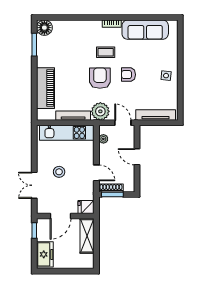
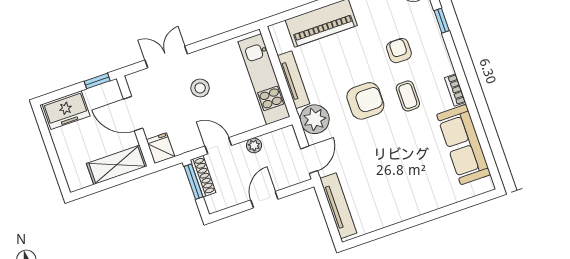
window: (69, 17) -> (442, 21), added
armchair: (128, 75) -> (399, 51), moved
side table: (166, 76) -> (404, 201), removed
plant: (103, 139) -> (254, 145), moved
door: (96, 173) -> (218, 146), swing flipped

